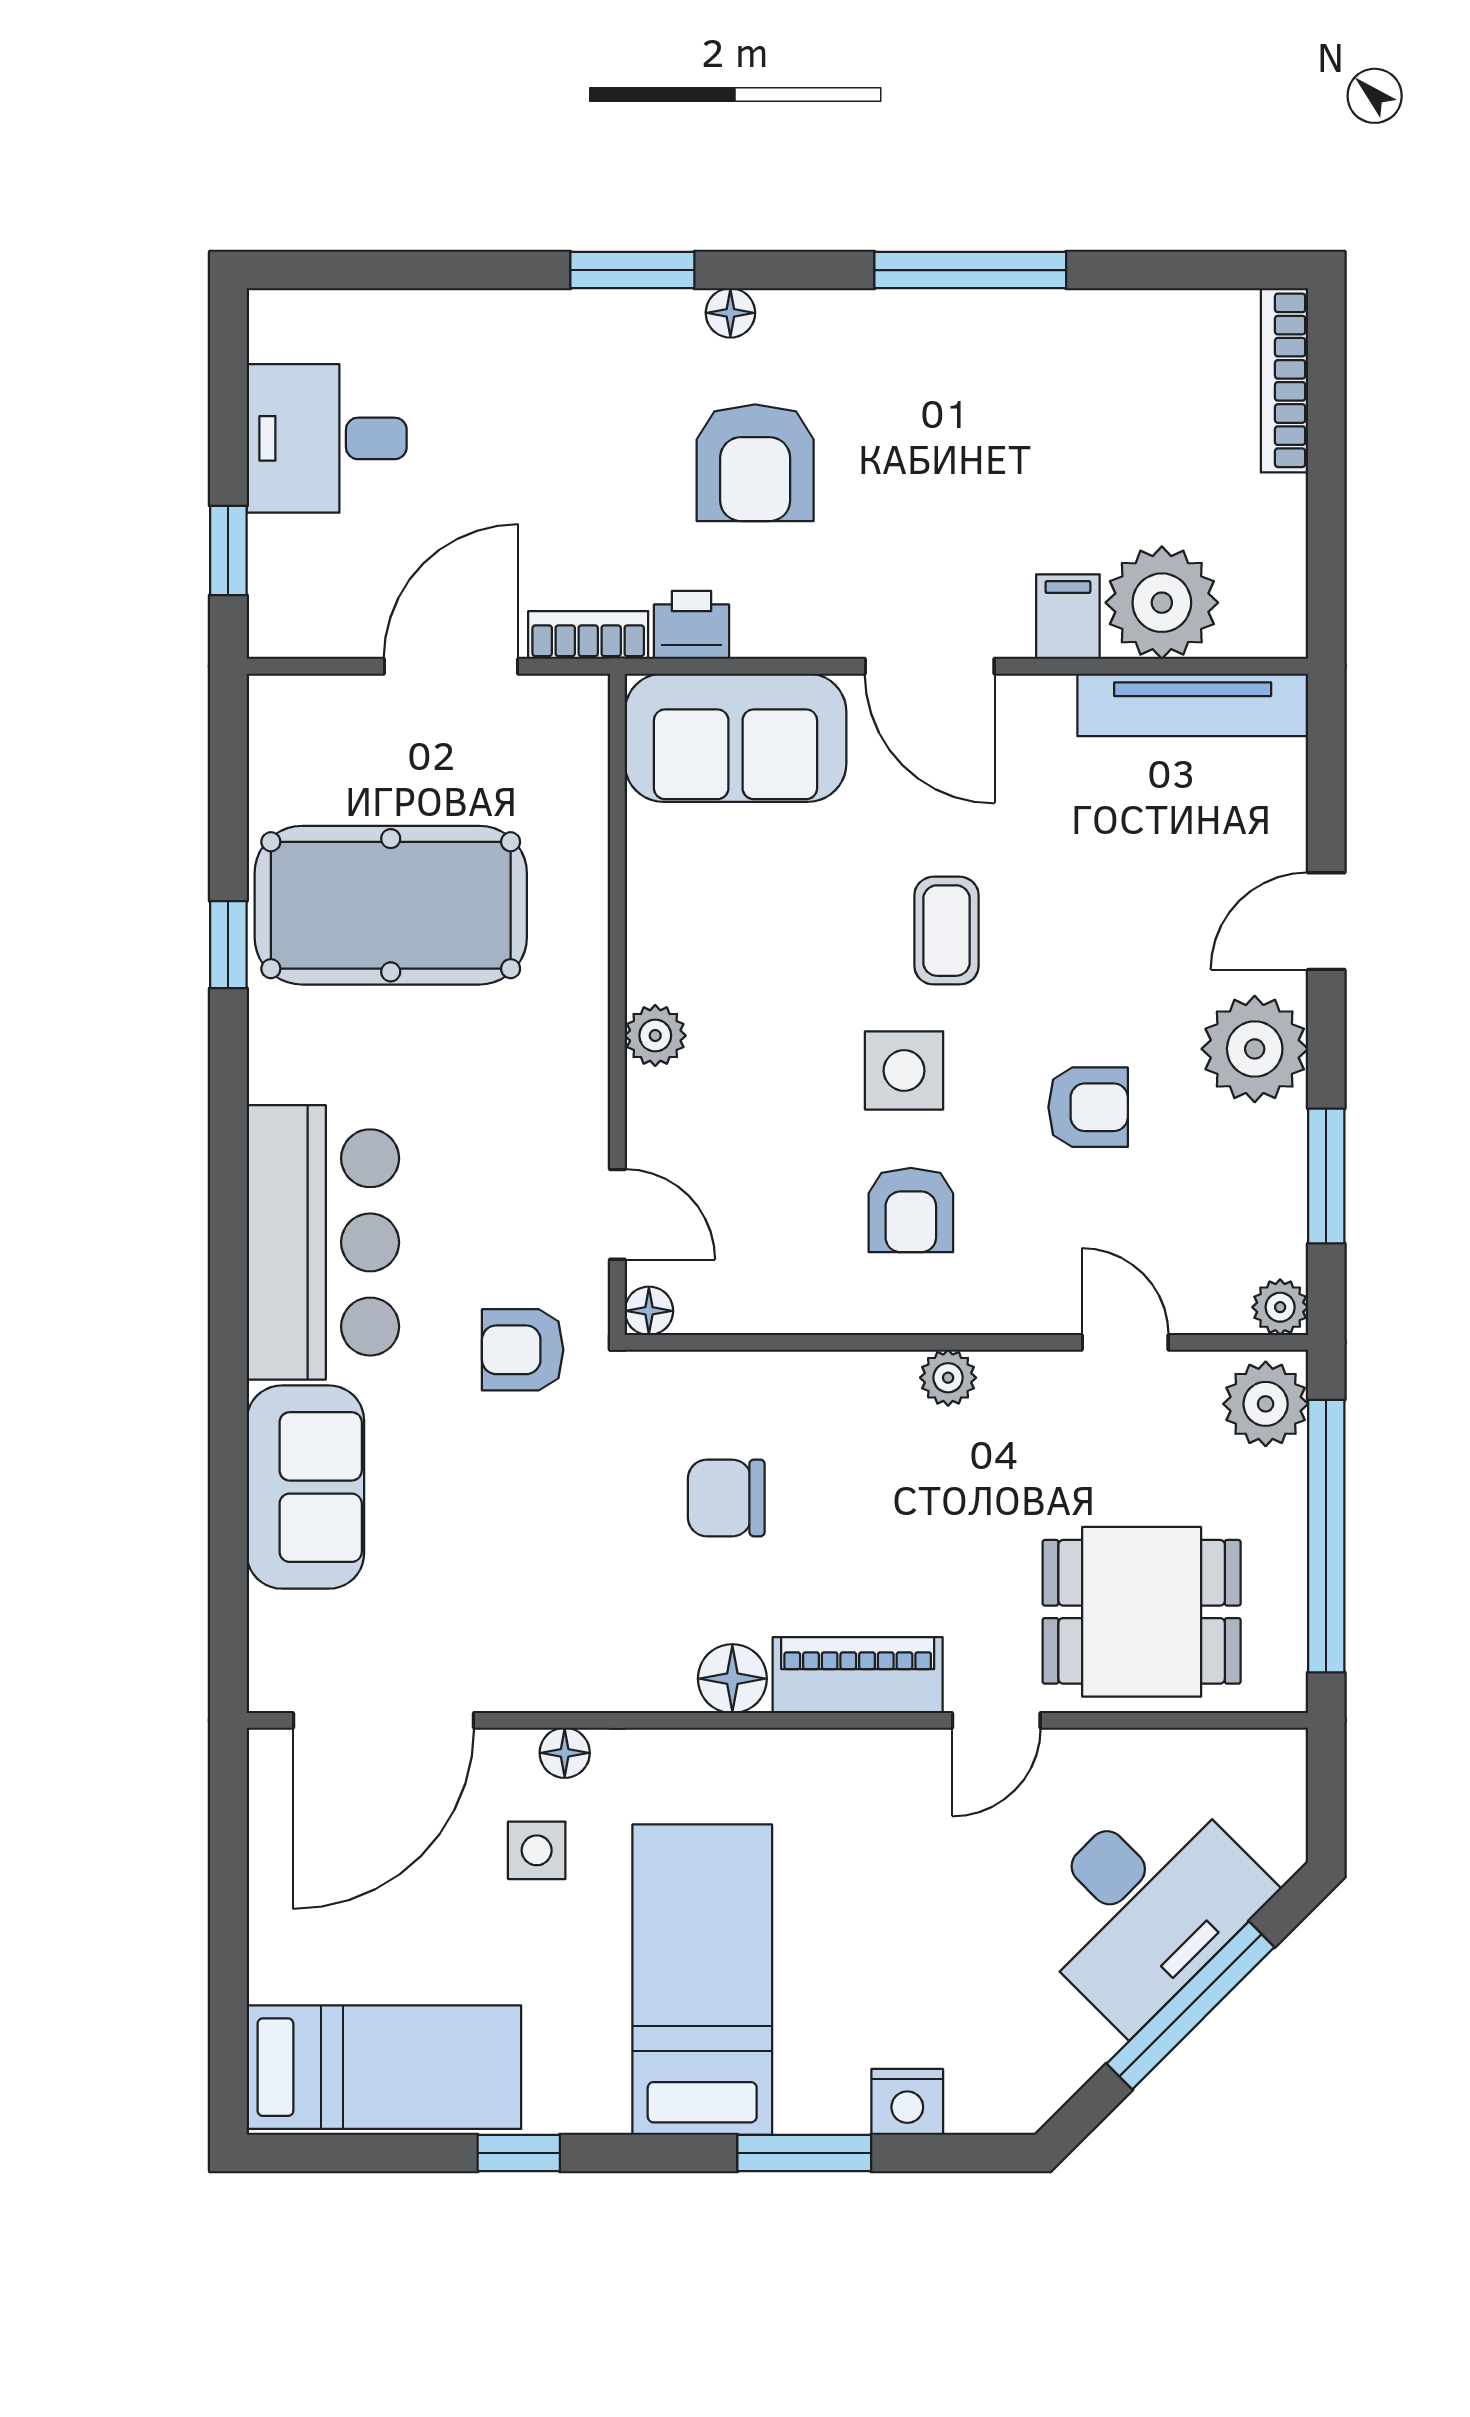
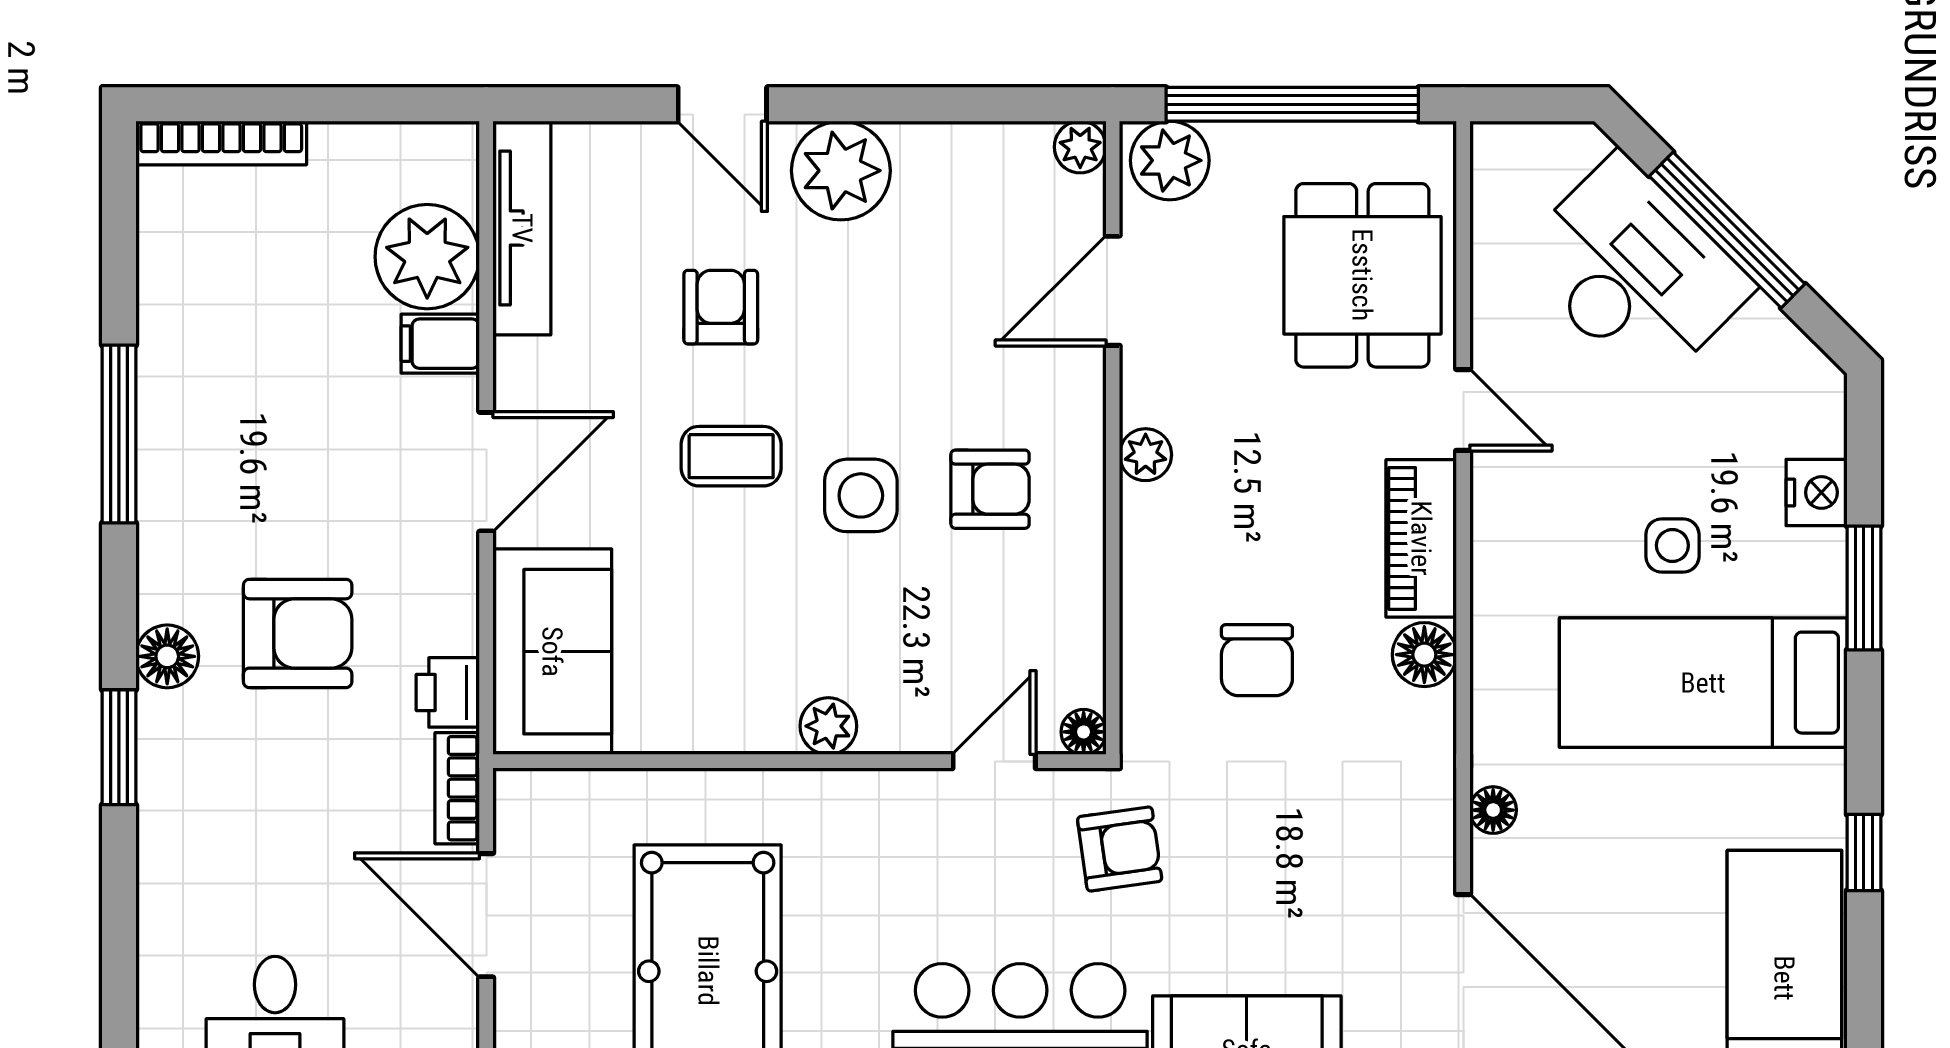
floor lamp: (730, 313) -> (167, 656), width x1.37, depth x1.37
armchair: (1088, 1107) -> (721, 307), moved
window: (1326, 1176) -> (959, 104), removed
door: (1125, 1342) -> (1113, 291), width x1.38
armchair: (523, 1350) -> (1120, 849), turned -98
side table: (537, 1850) -> (1672, 545), moved

